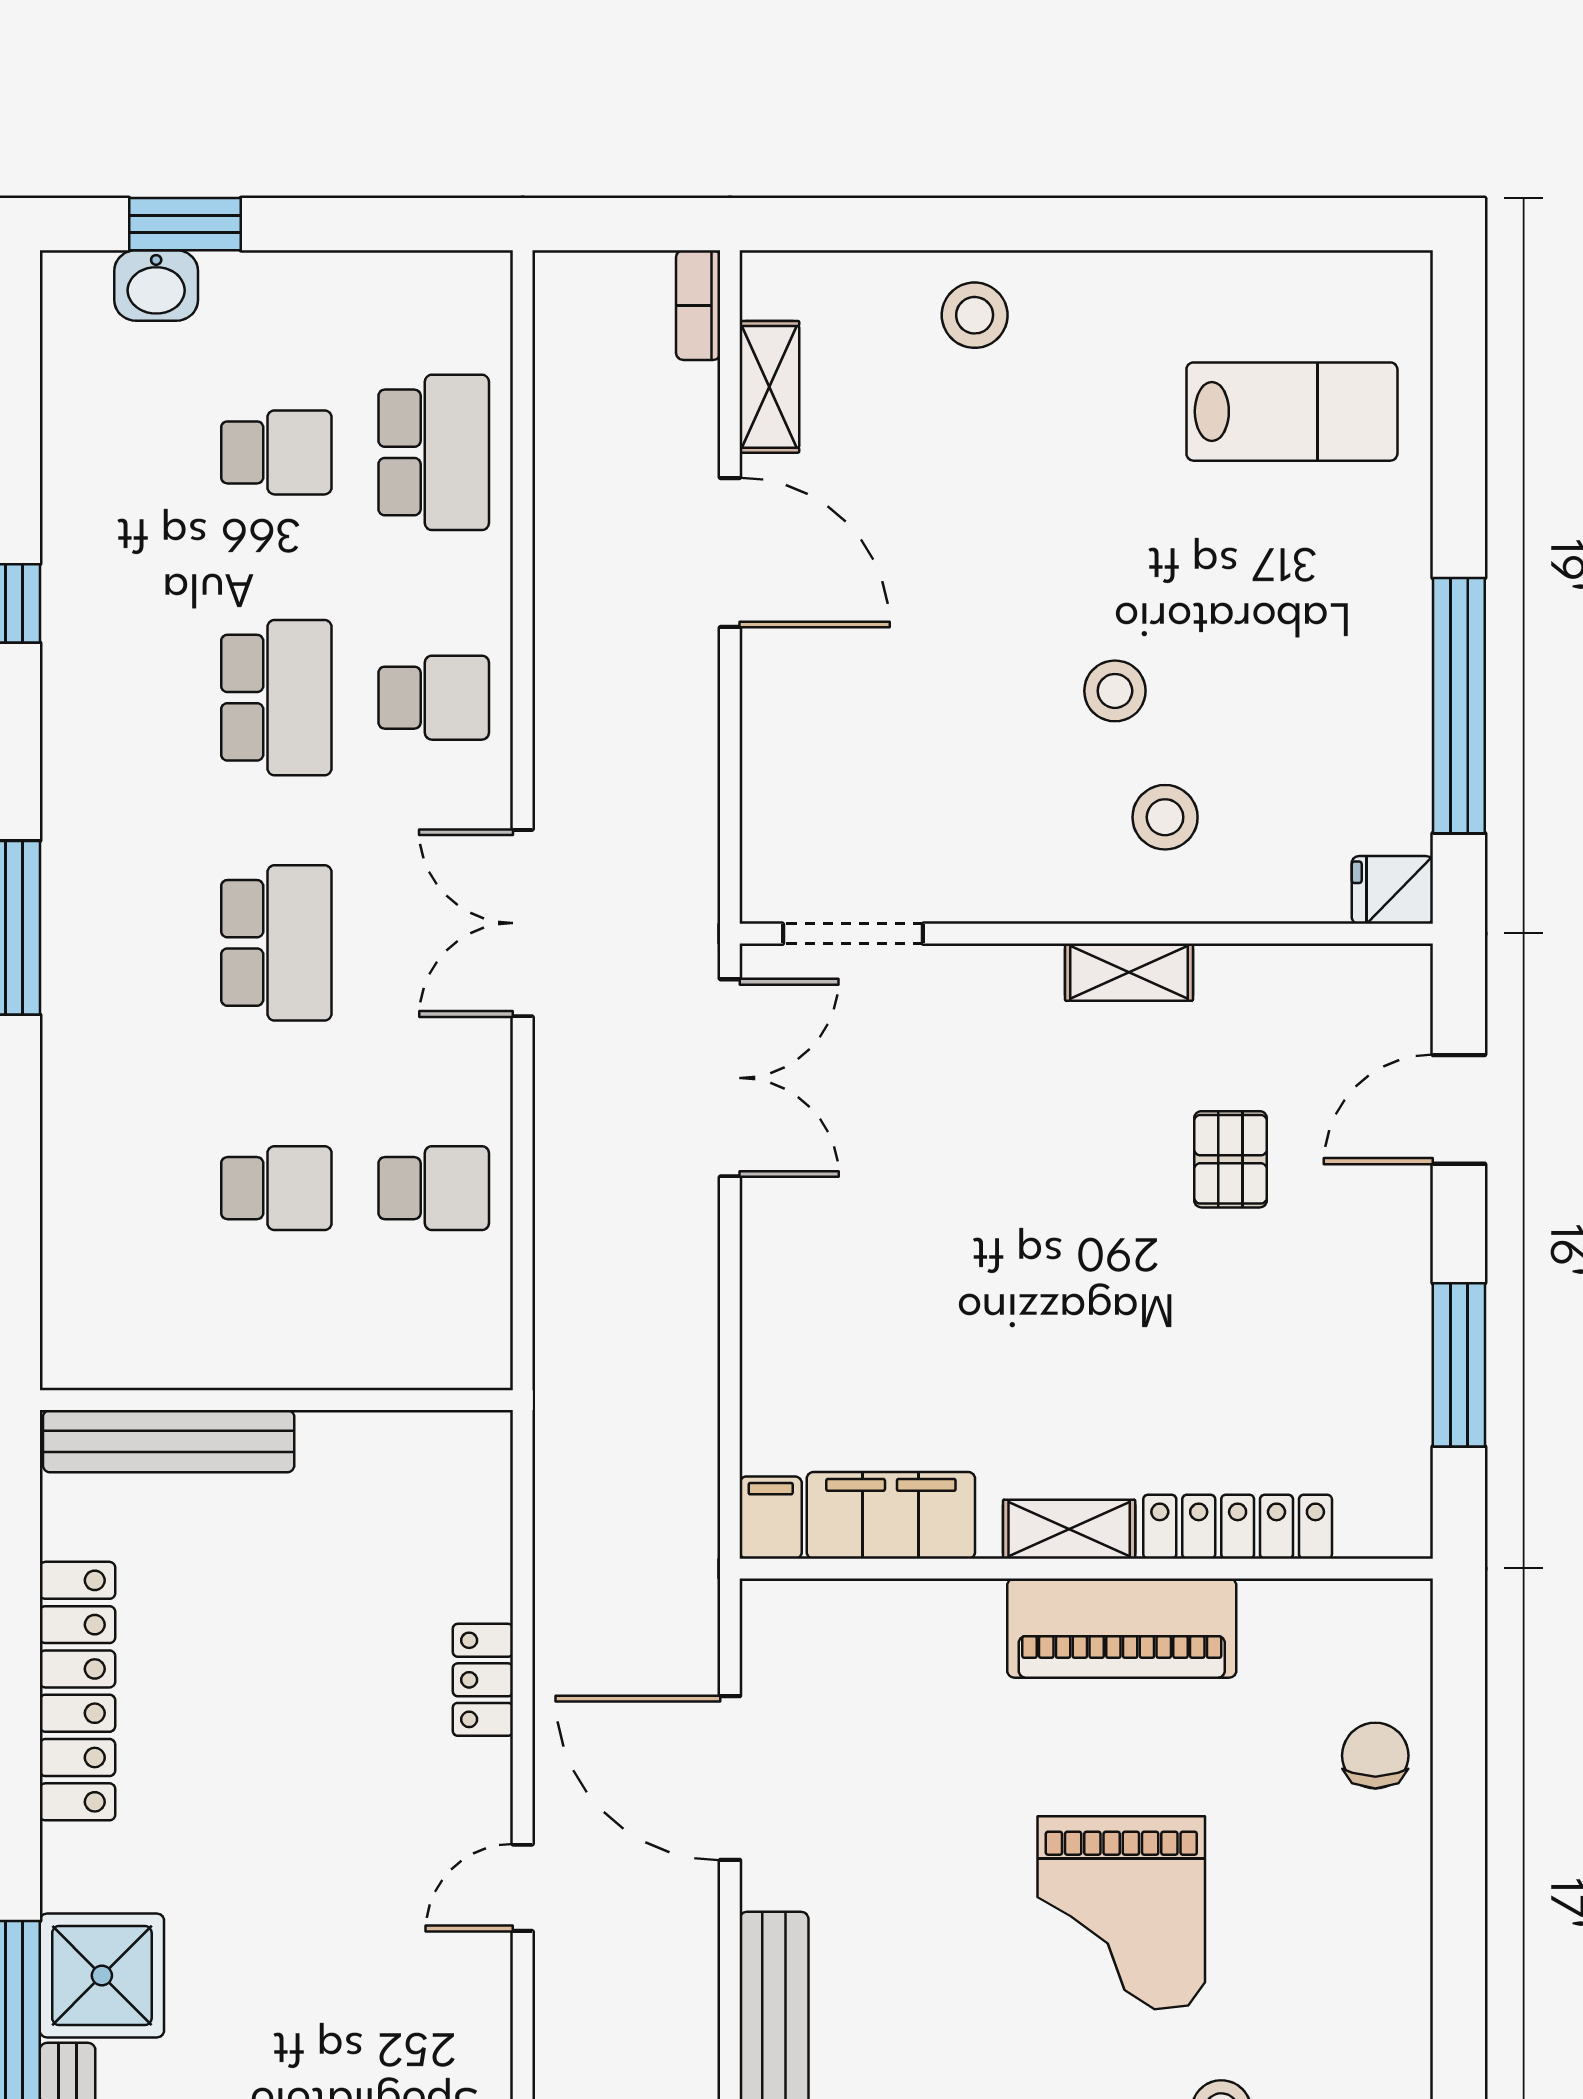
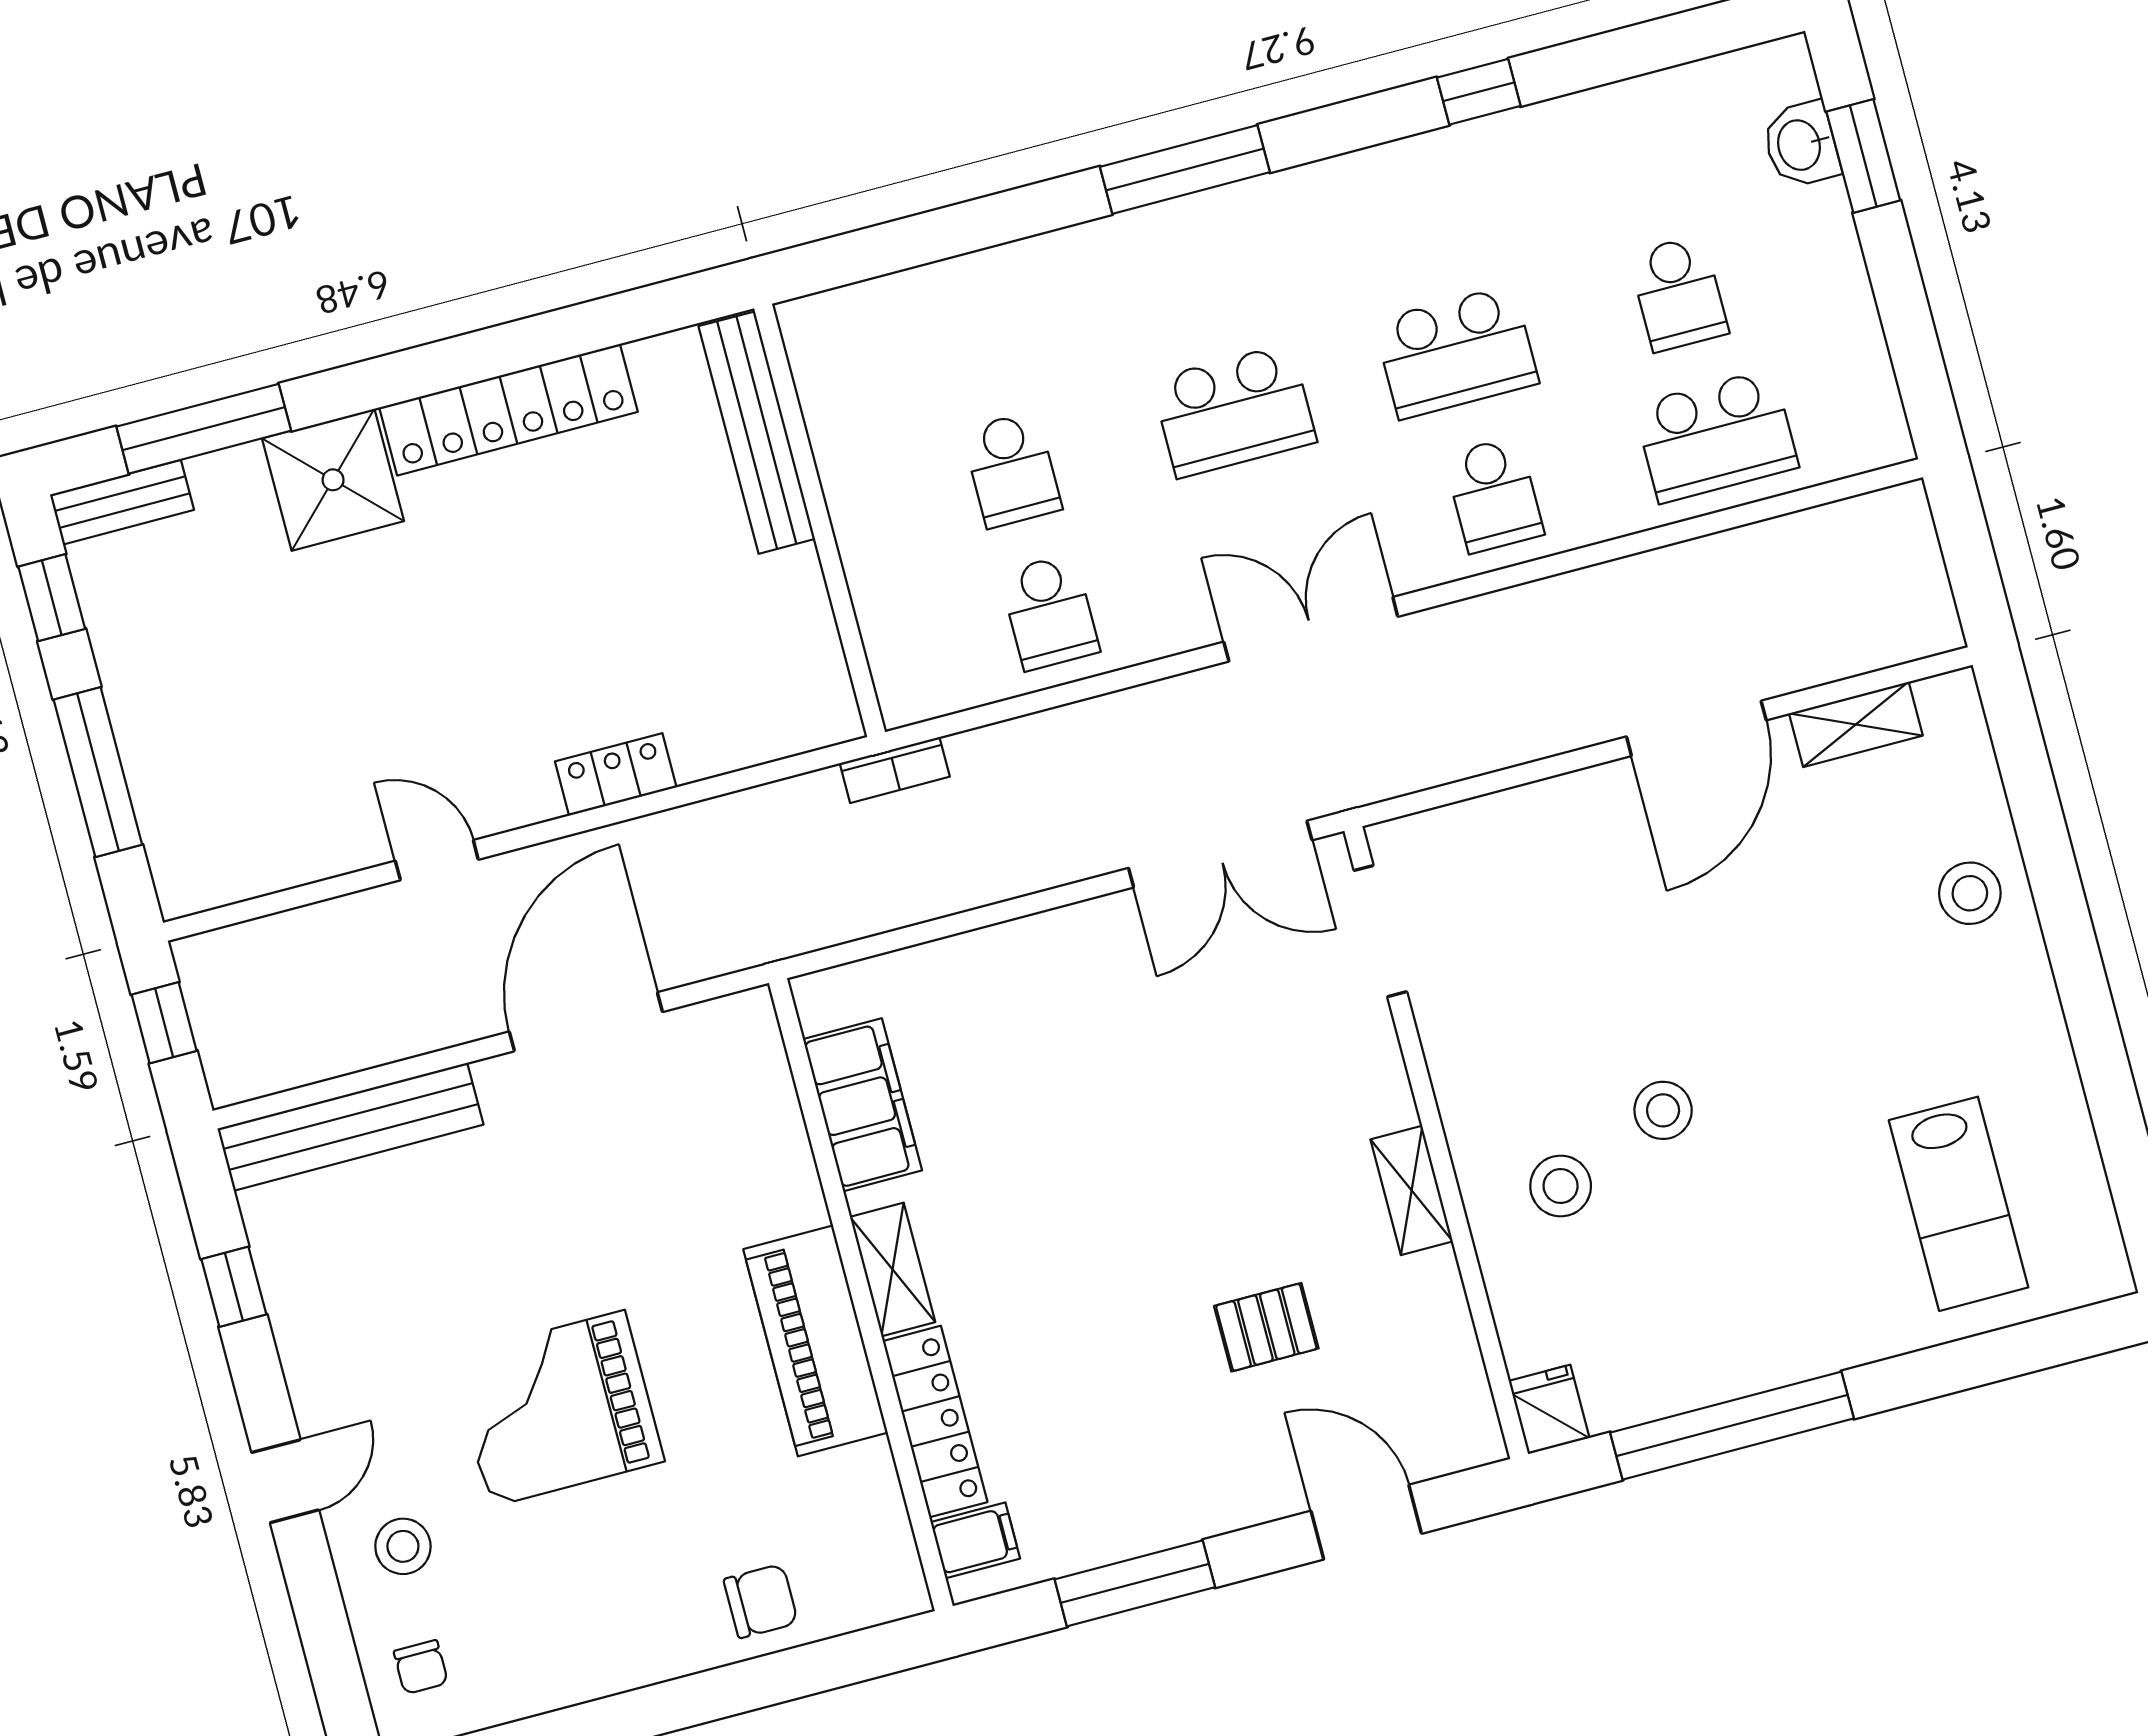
bookcase: (698, 305) -> (895, 770), moved, turned 180
filing cabinet: (771, 1518) -> (975, 1540), moved
shower: (102, 1975) -> (333, 480), moved

